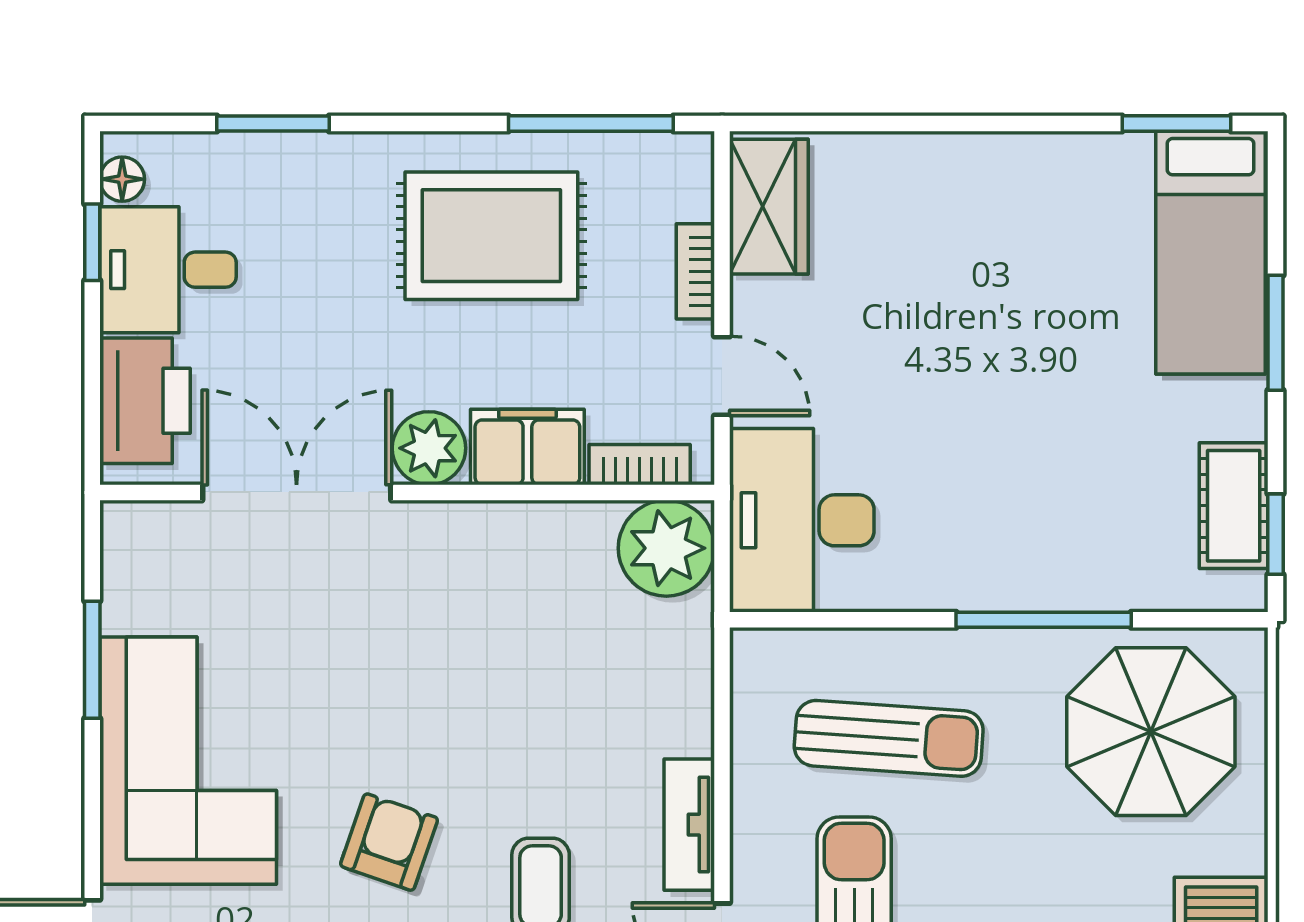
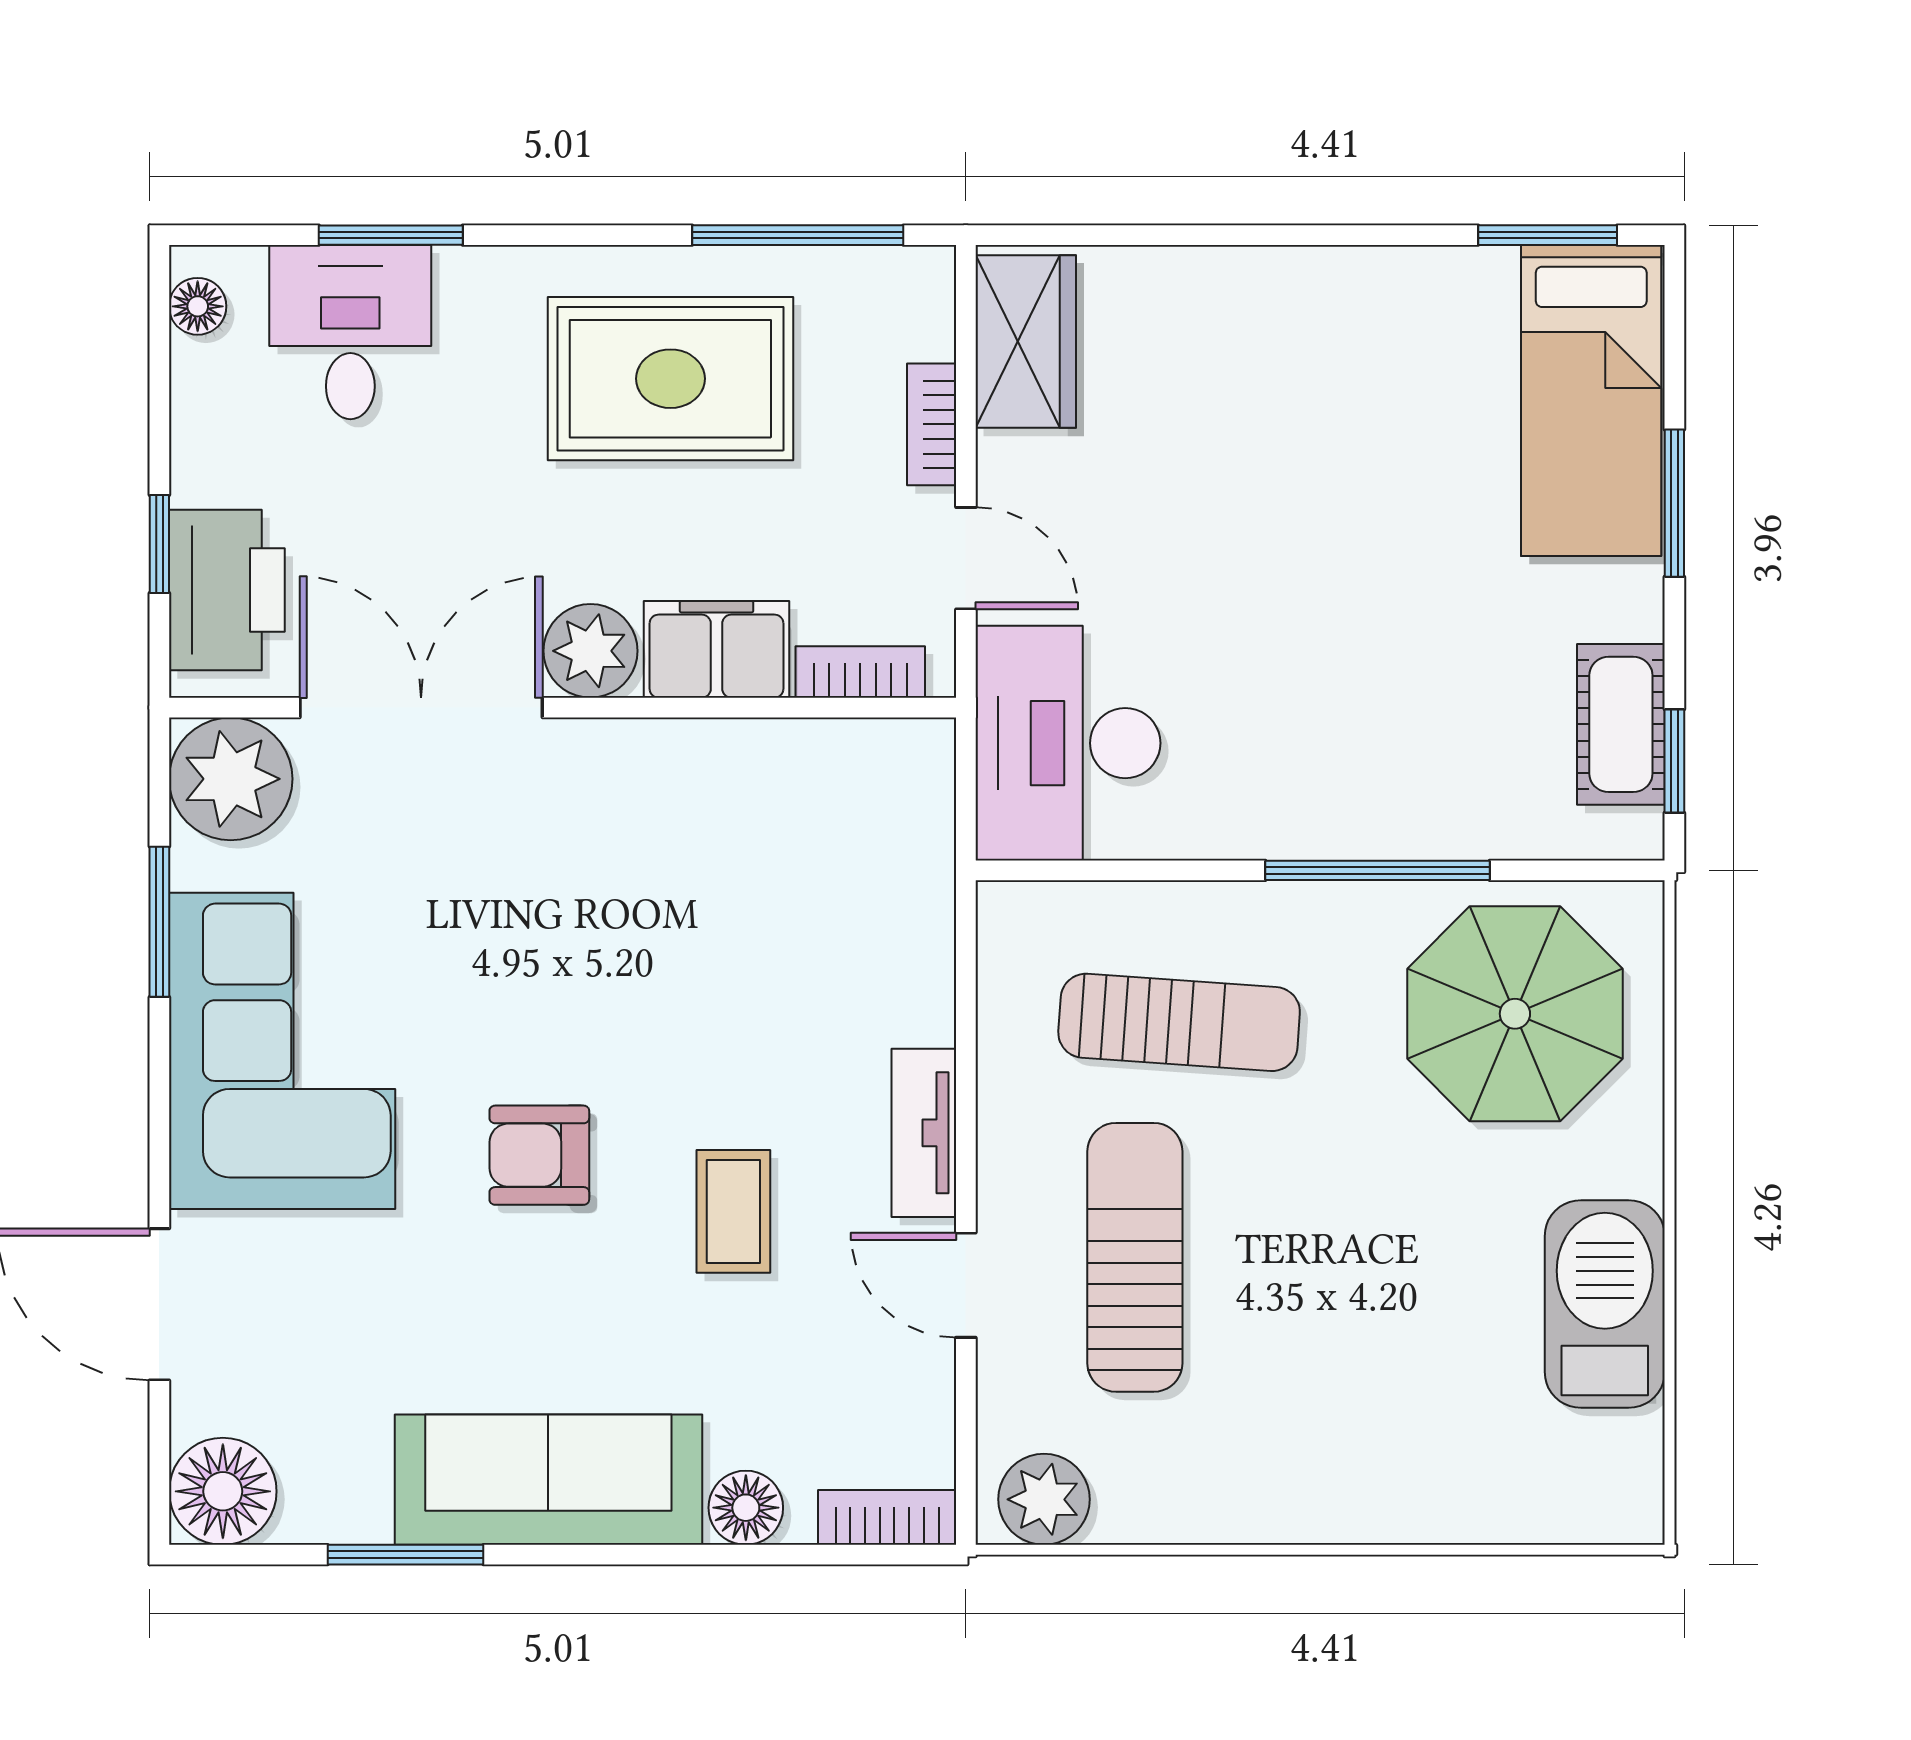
window: (92, 242) -> (159, 544), moved
desk: (168, 270) -> (350, 332), moved, turned 90
plant: (666, 548) -> (231, 779), moved
armchair: (389, 842) -> (539, 1155), turned -109

